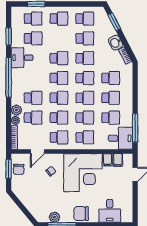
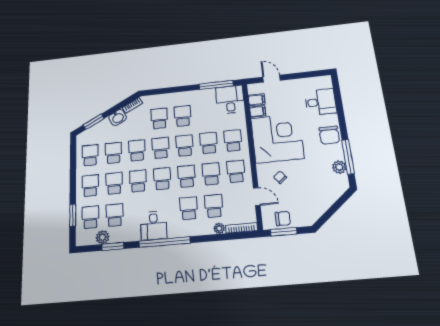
desk: (22, 58) -> (154, 226), moved
plant: (16, 110) -> (102, 237), moved
school desk: (111, 118) -> (114, 183), moved

